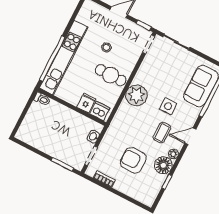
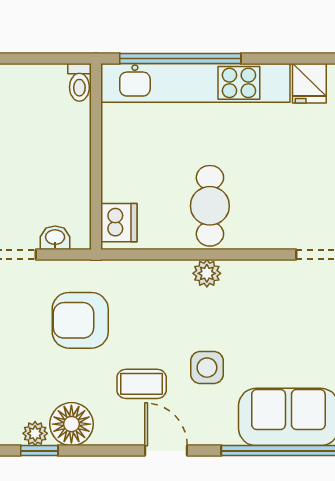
stool: (106, 47) -> (266, 165), removed
plant: (136, 95) -> (207, 273), width x0.53, depth x0.53
fridge: (86, 103) -> (309, 83), moved, turned 90
plant: (173, 154) -> (35, 433), moved
armchair: (133, 160) -> (80, 320), moved, turned -90

